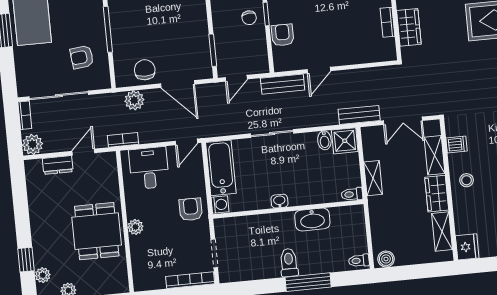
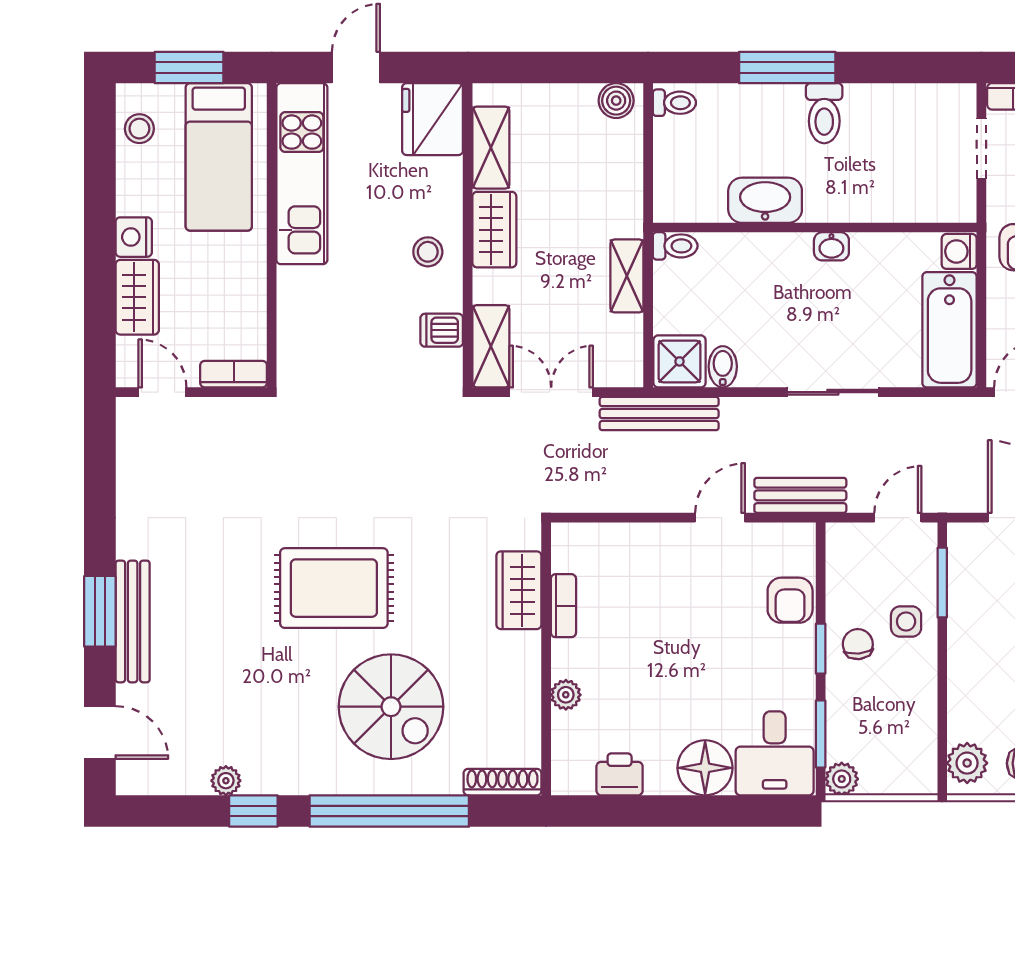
side table: (228, 30) -> (906, 622), added
bench: (359, 115) -> (659, 414), width x1.36
shelving: (435, 155) -> (491, 346), moved
fridge: (467, 247) -> (433, 119), width x1.36, depth x1.34

